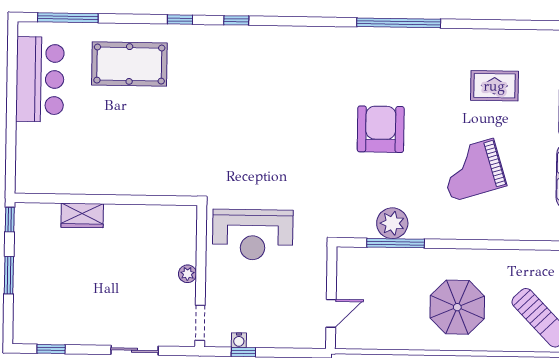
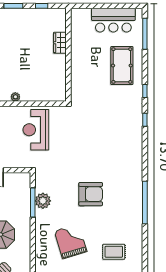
rug: (494, 86) -> (114, 252), turned 90
wall: (106, 199) -> (68, 55), moved
wardrobe: (82, 215) -> (60, 43), moved

